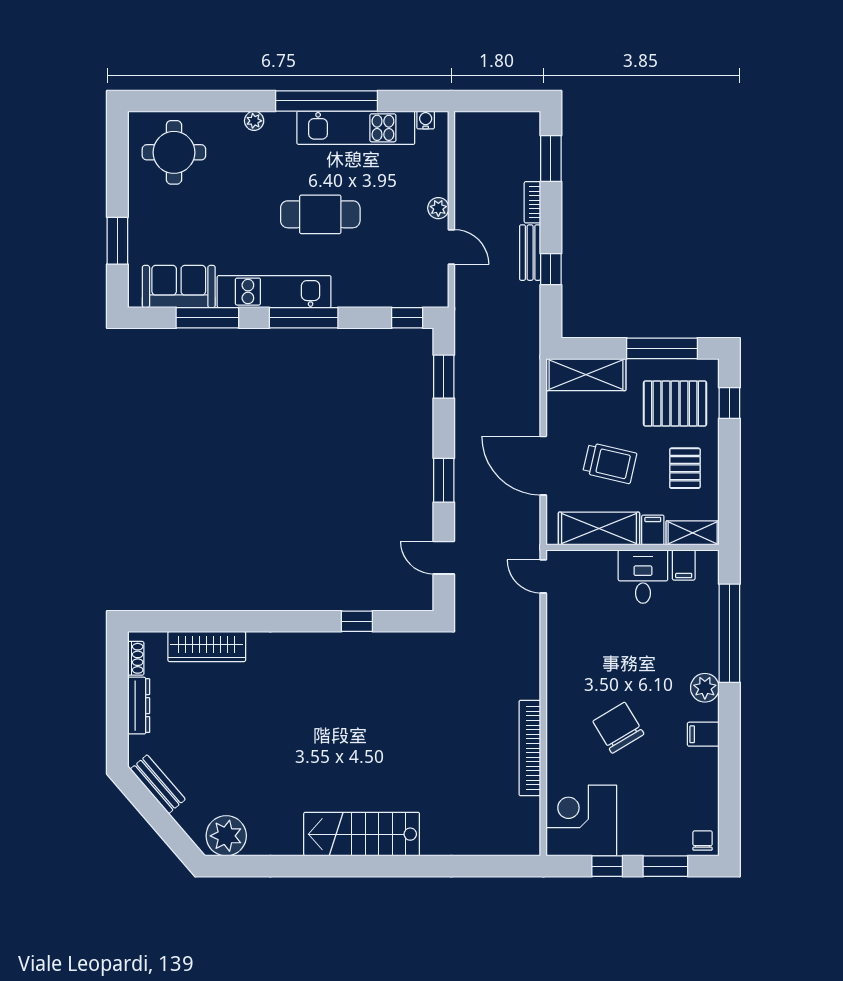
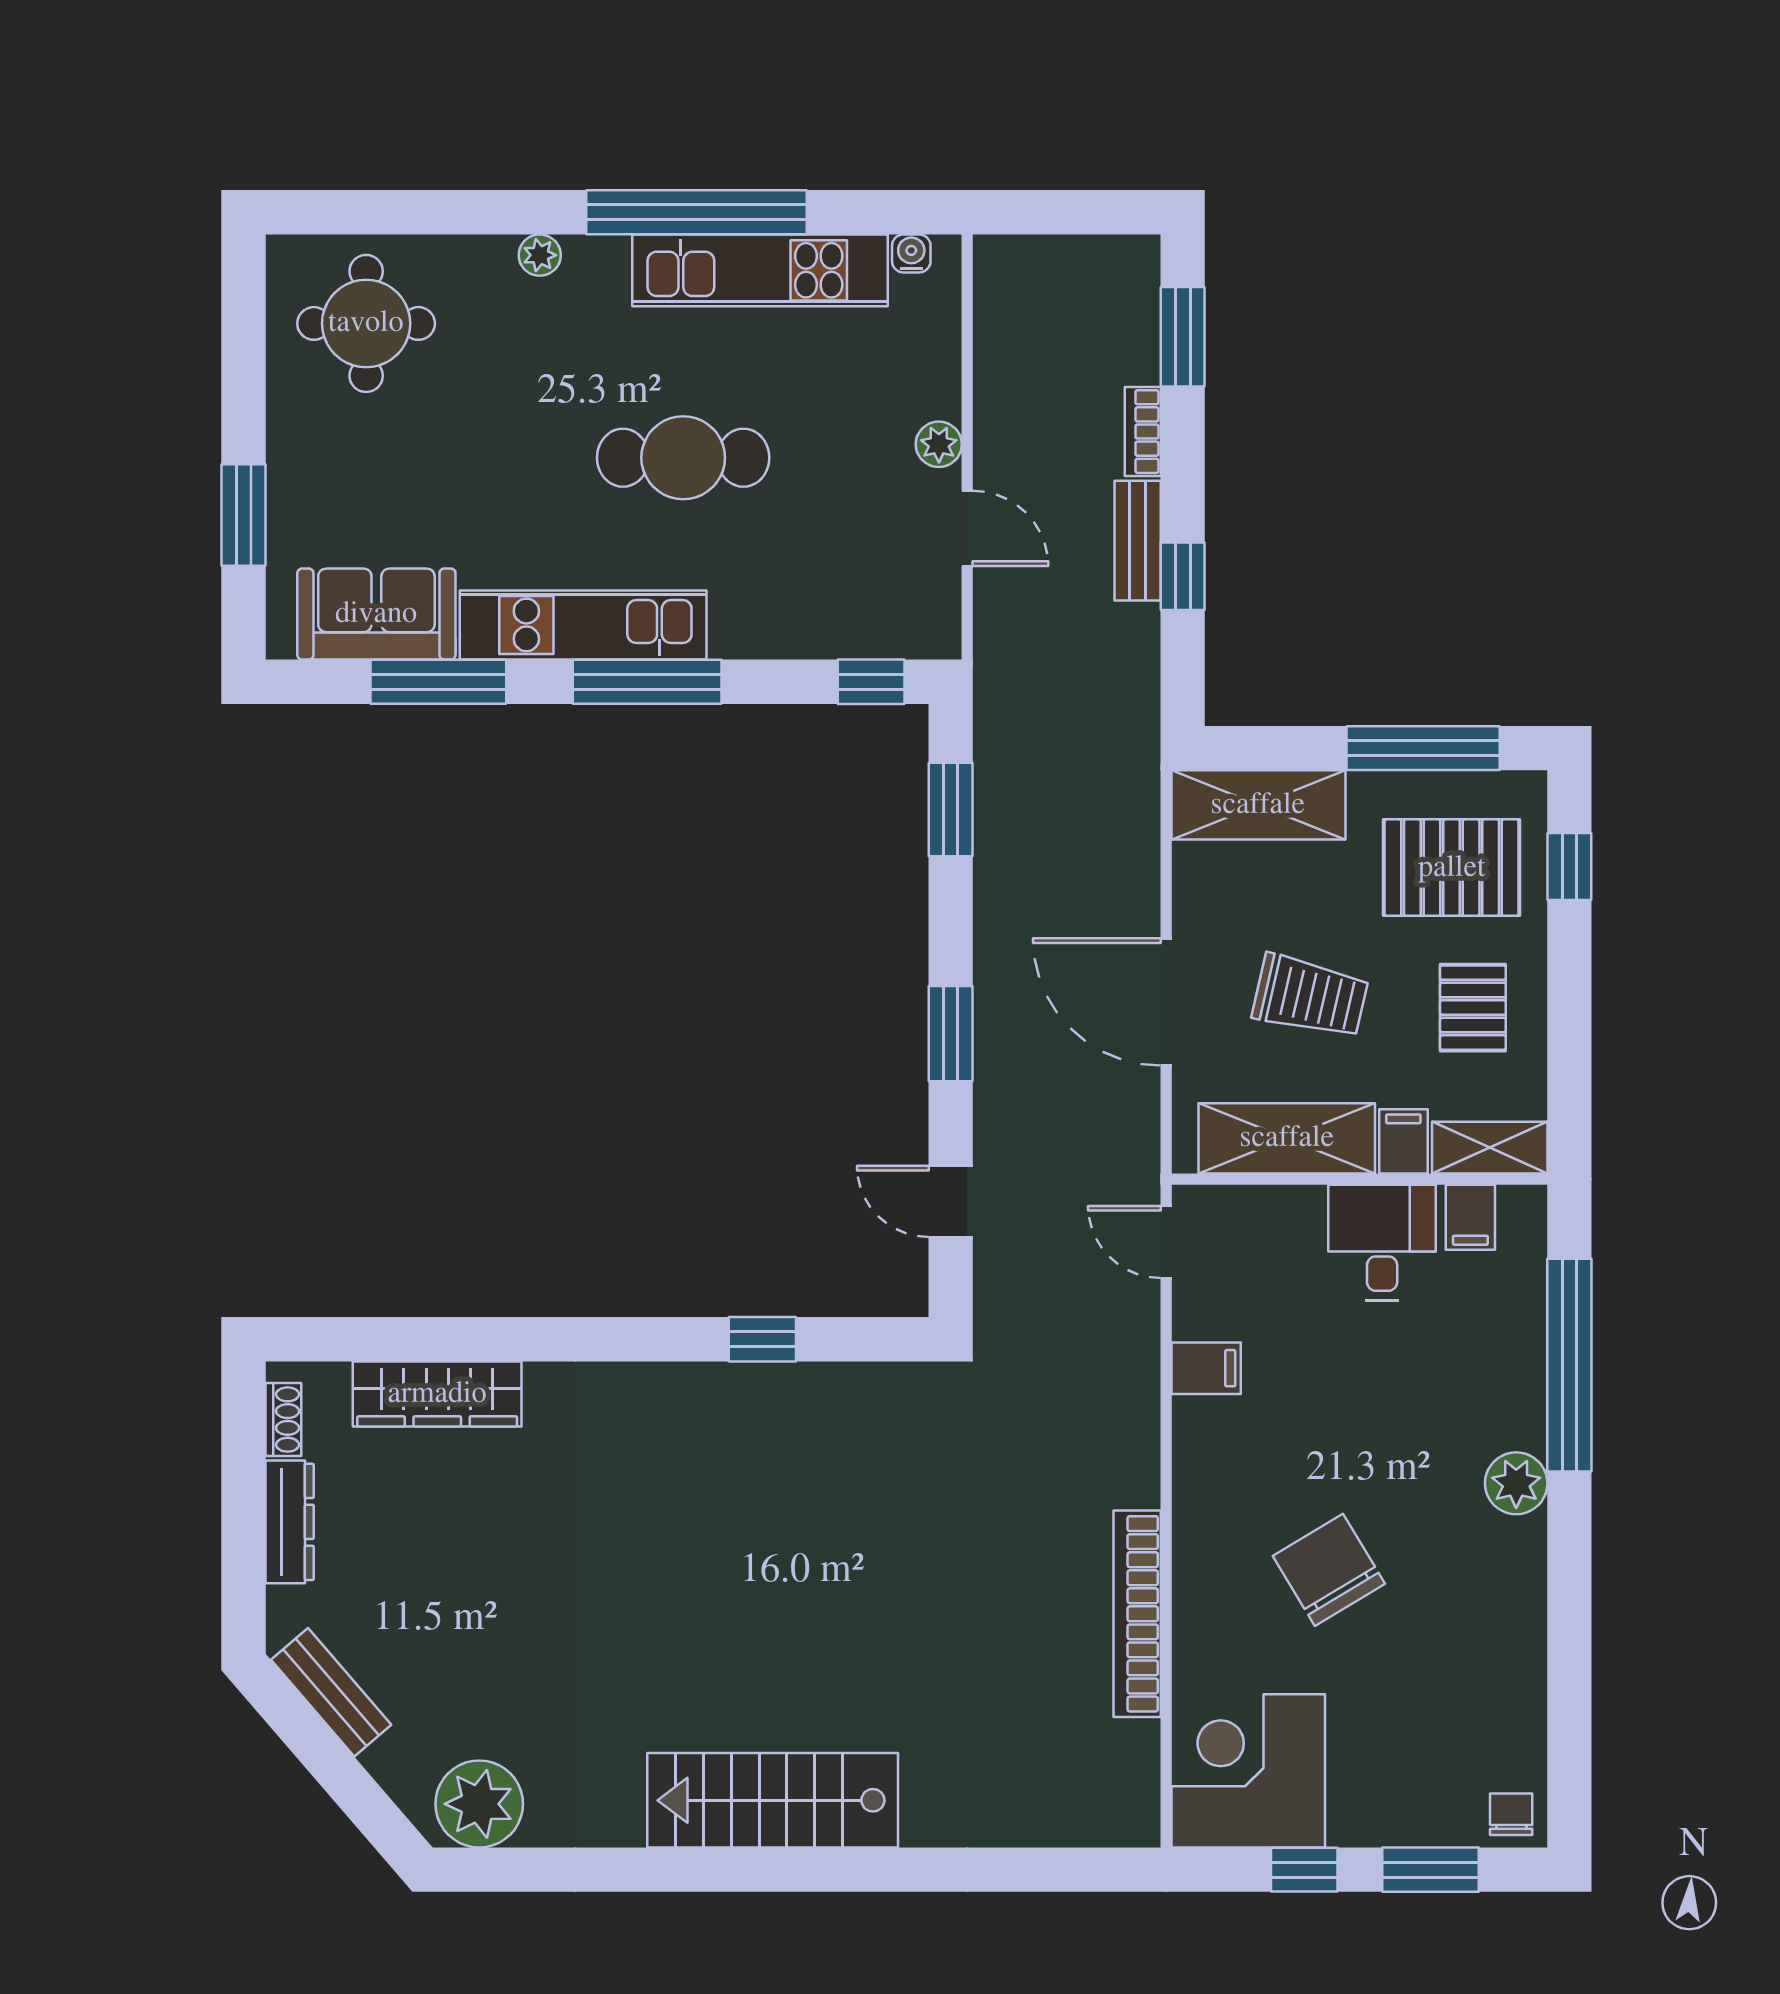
filing cabinet: (703, 734) -> (1206, 1368), moved, turned 180

